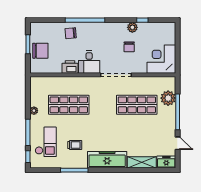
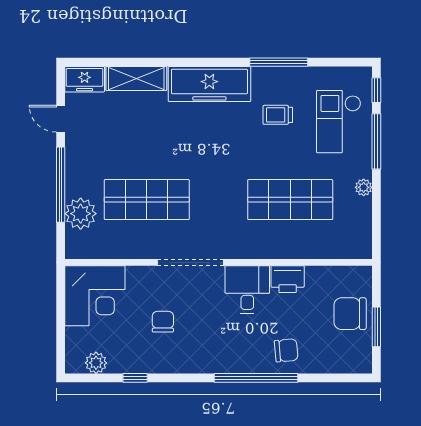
plant: (132, 27) -> (96, 363), moved

